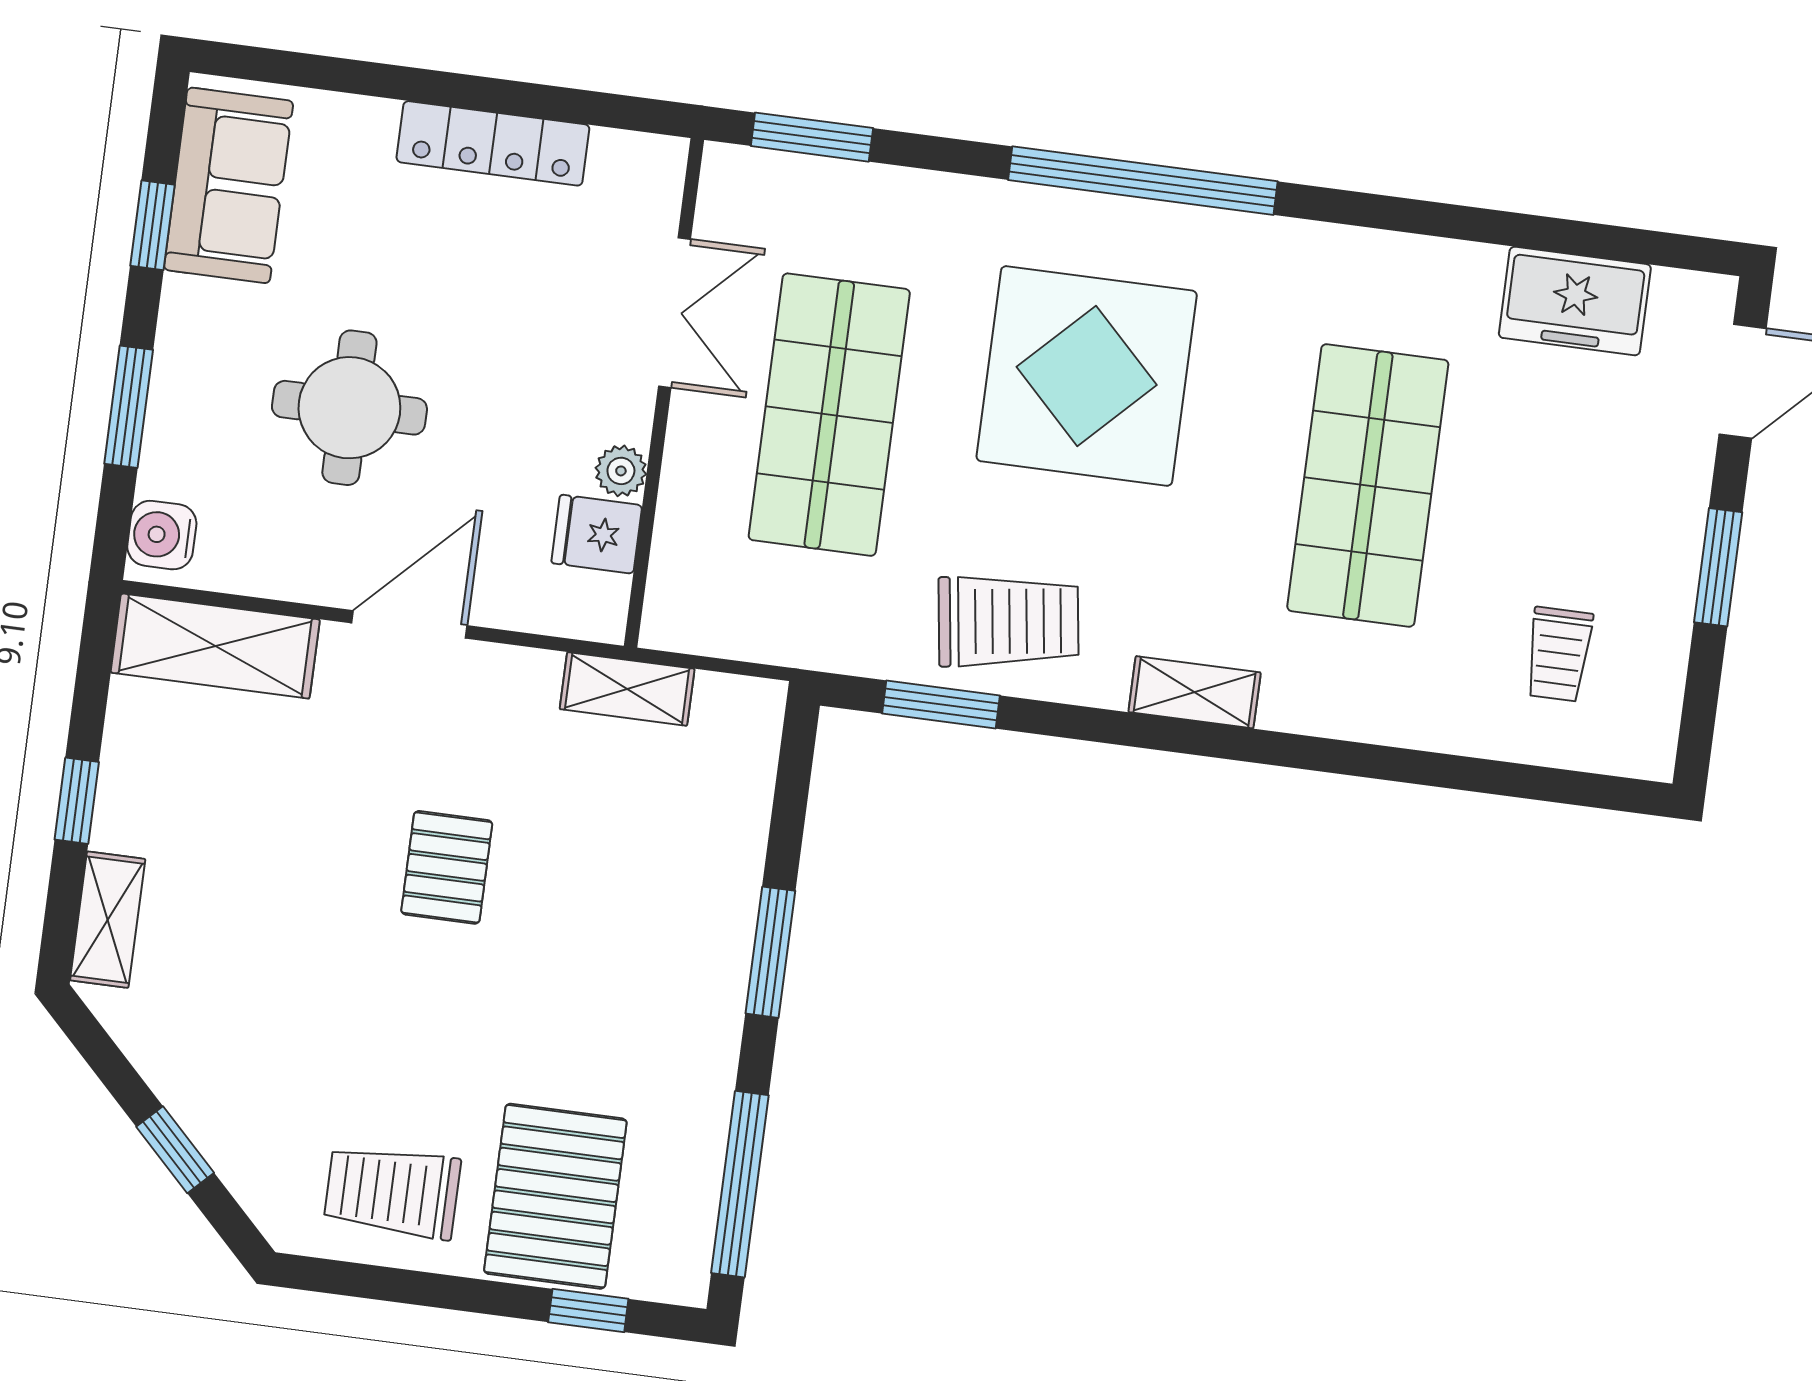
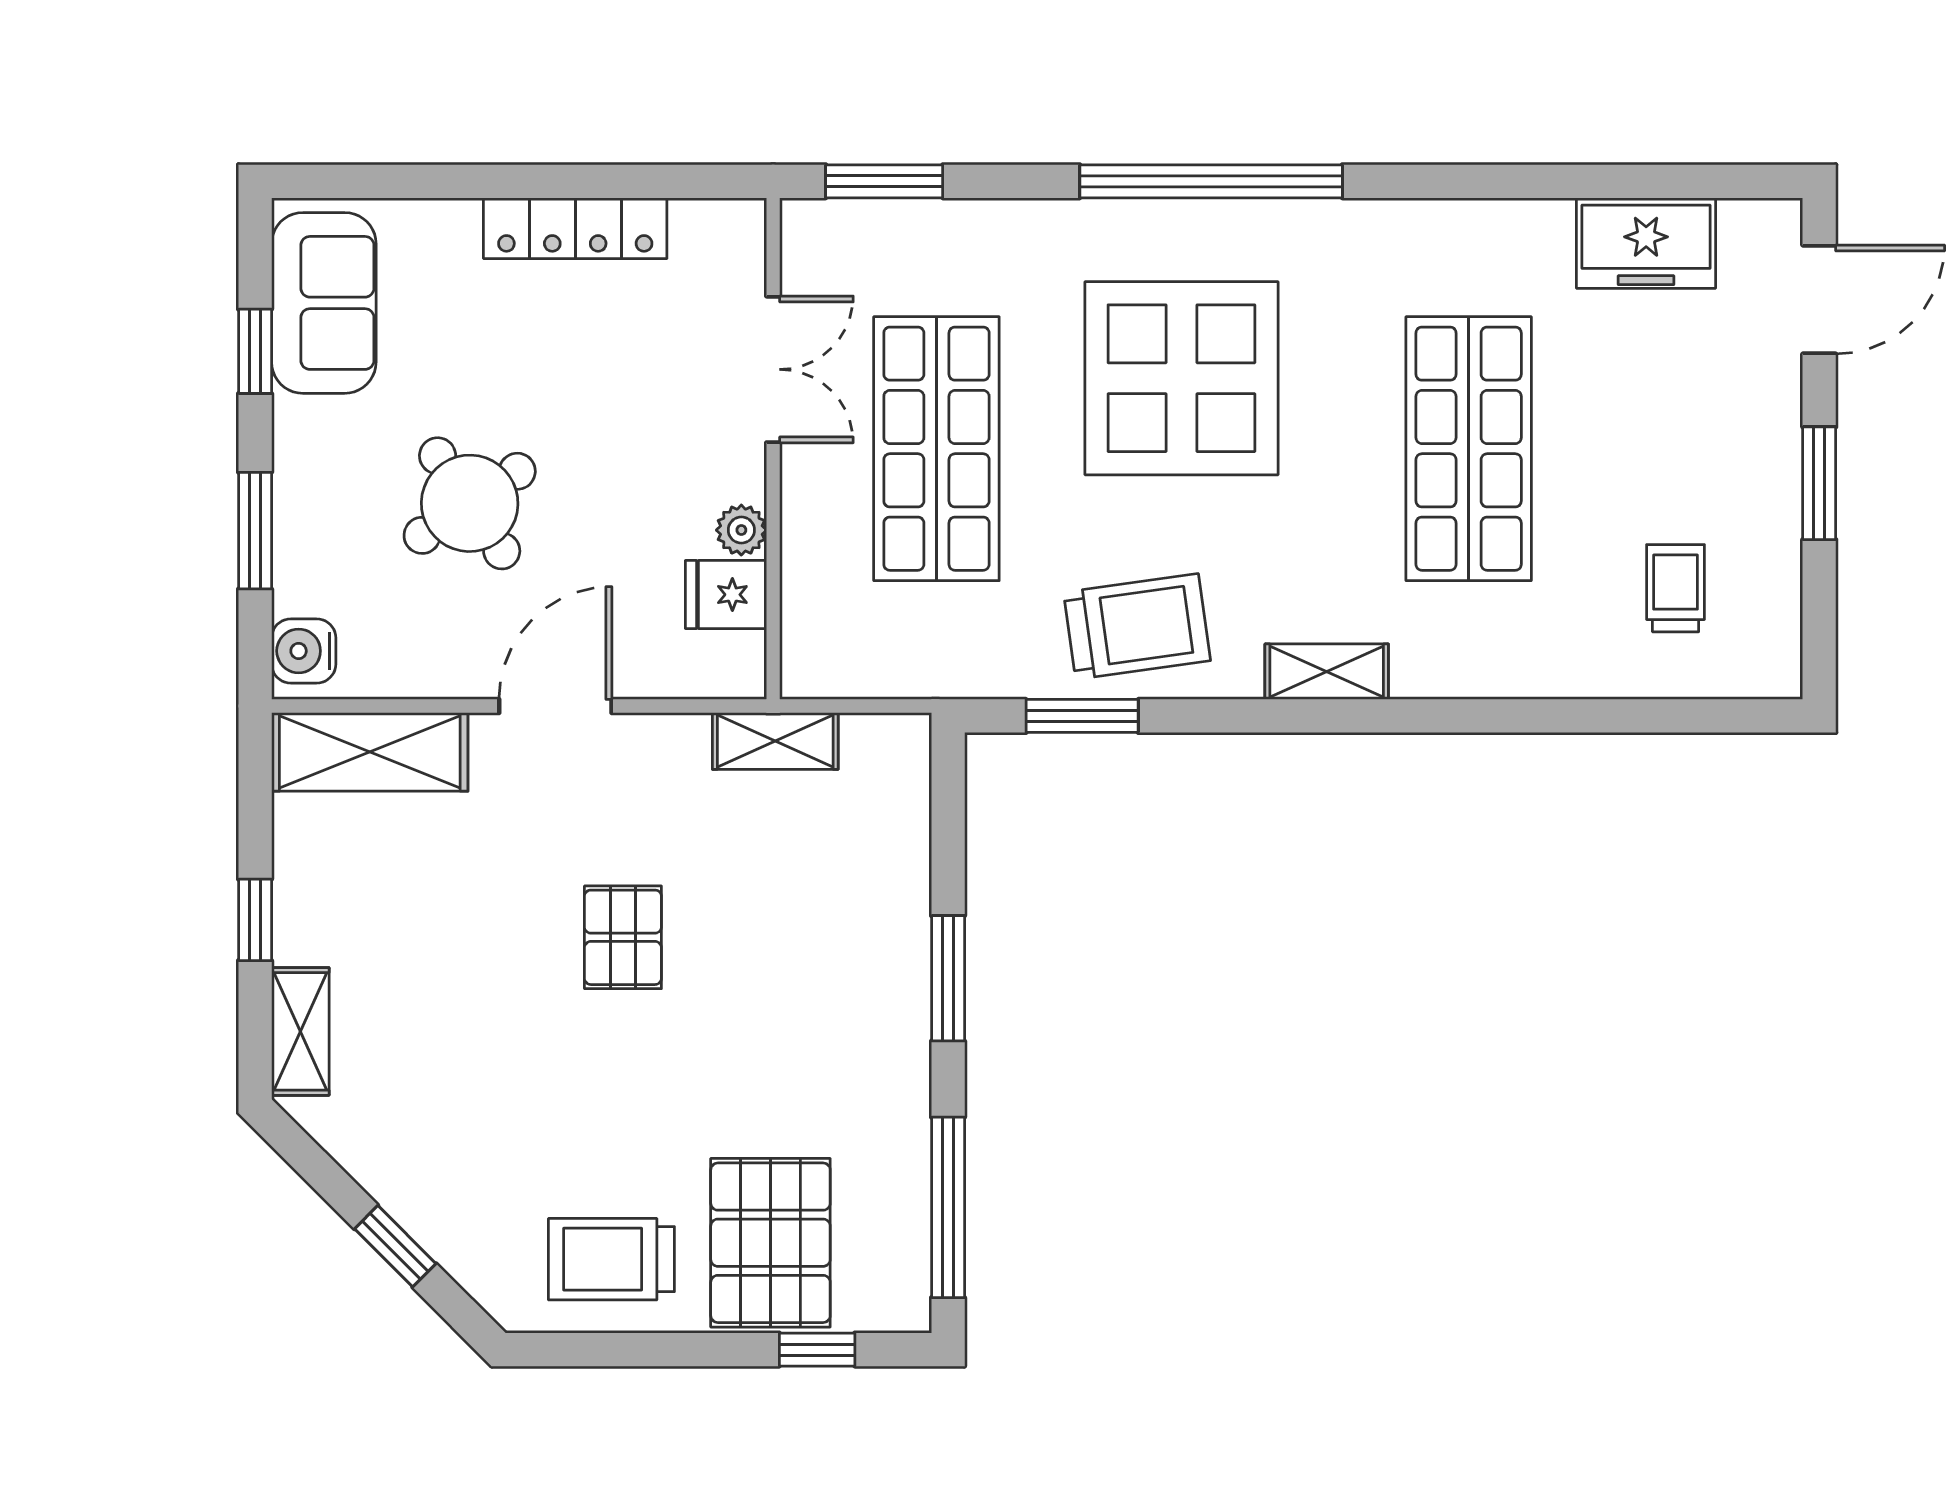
round table: (349, 408) -> (470, 503), turned -34
trolley: (1559, 654) -> (1676, 588), turned 180

